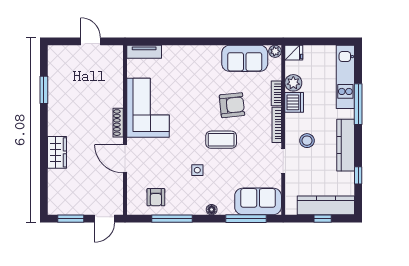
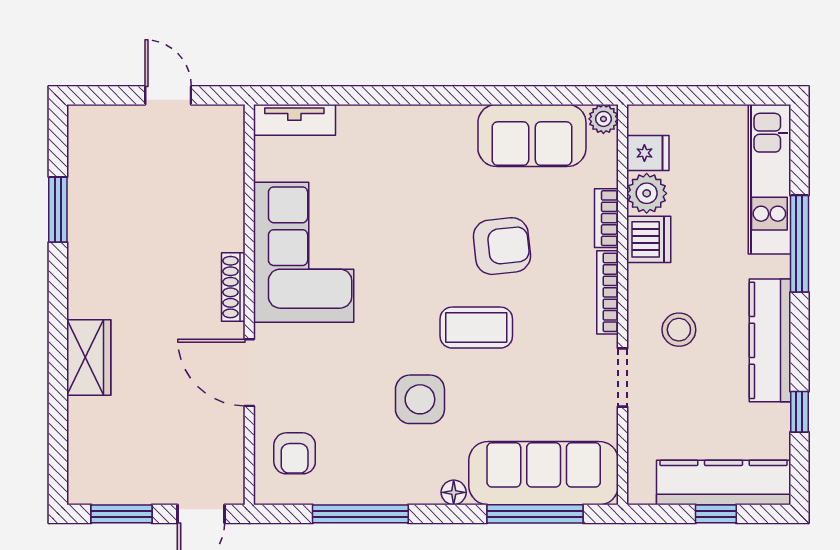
fridge: (294, 53) -> (648, 153), moved
side table: (197, 170) -> (420, 399), width x1.87, depth x1.87
armchair: (156, 197) -> (295, 453), moved
sofa: (258, 201) -> (544, 473), width x1.36

